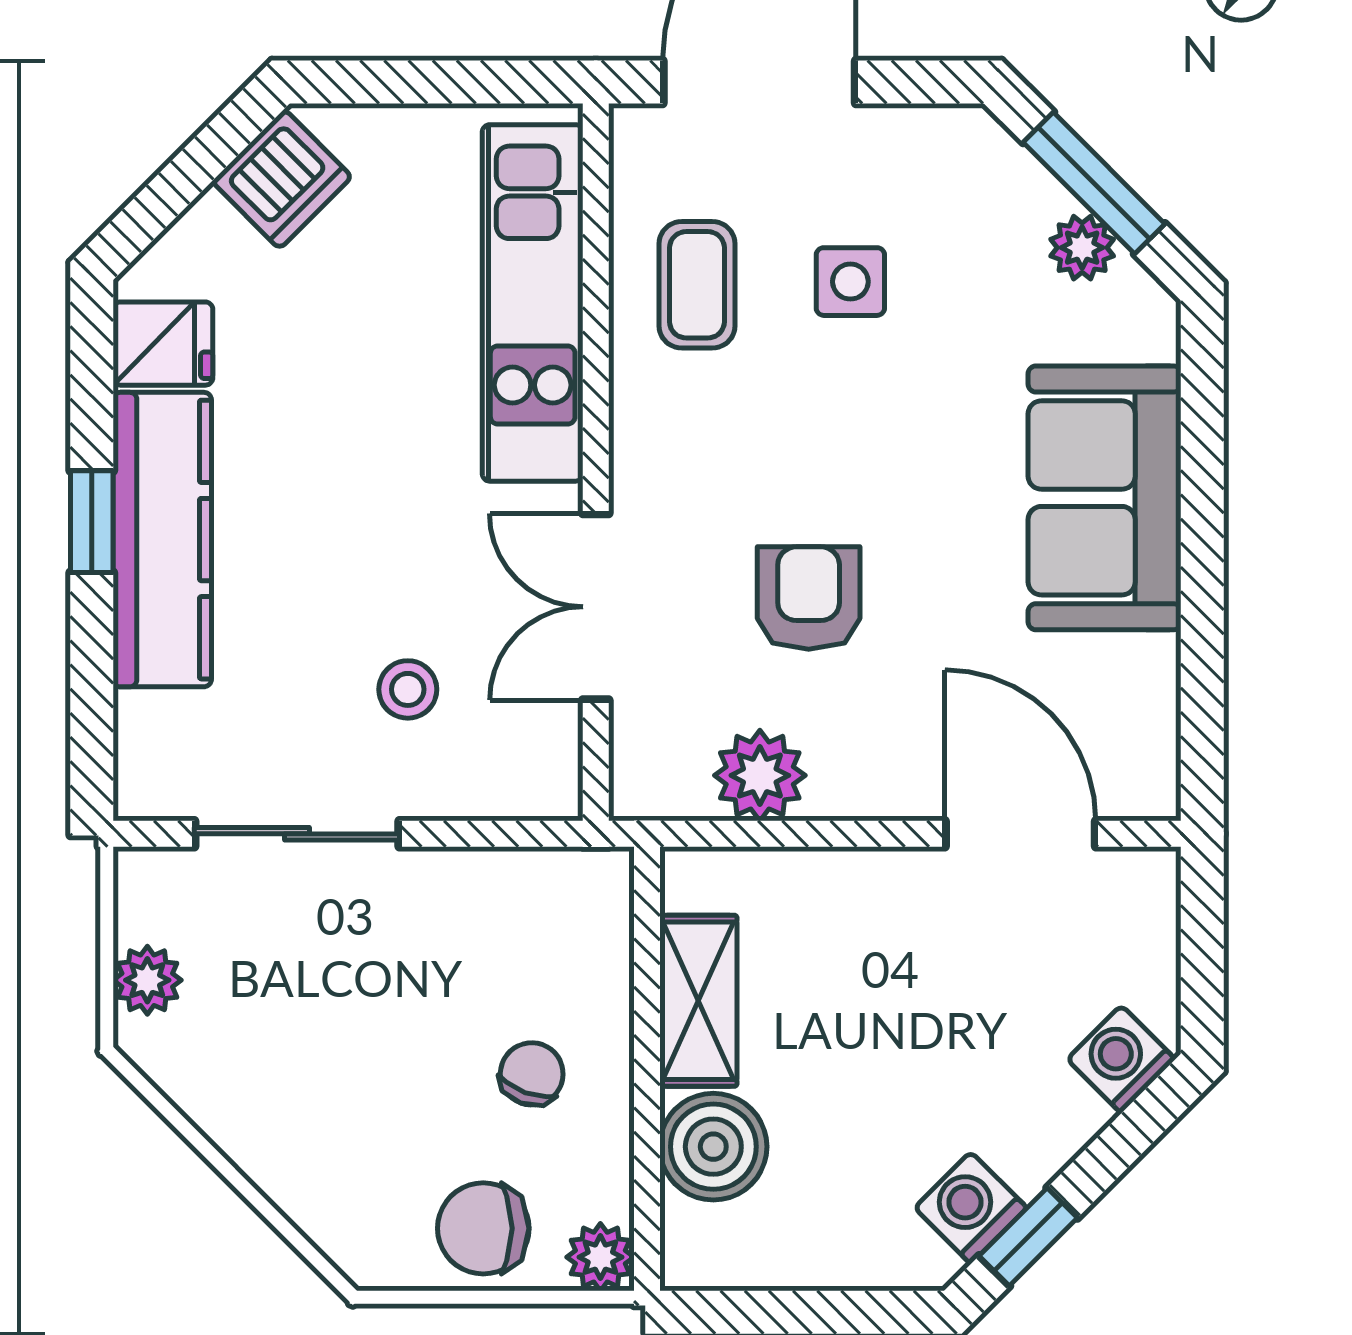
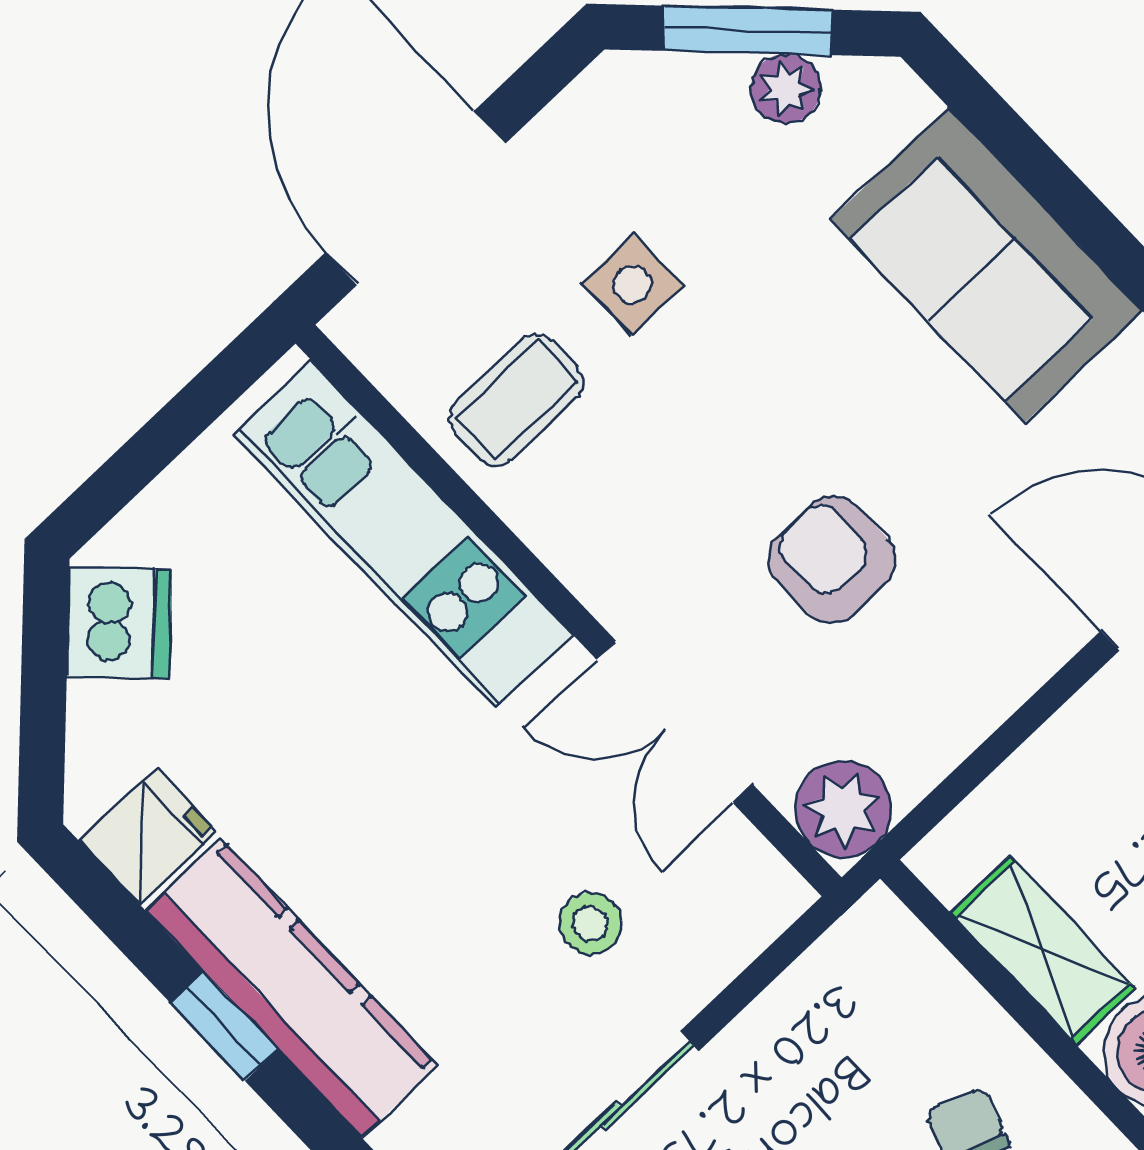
coffee table: (697, 285) -> (516, 400), turned 90
plant: (760, 775) -> (843, 809), moved

